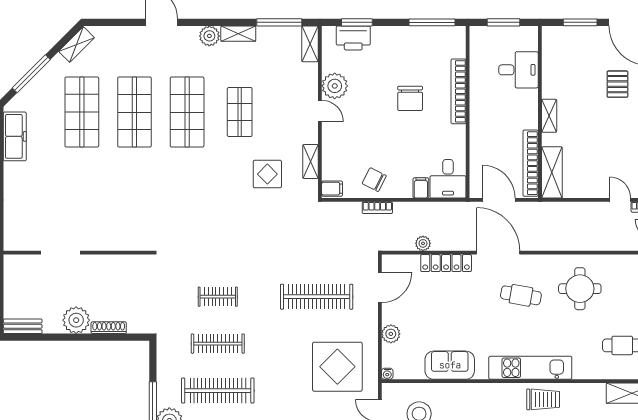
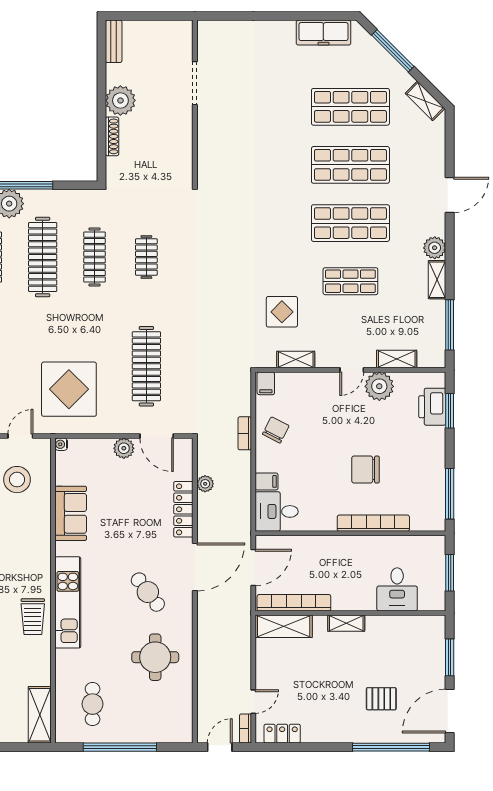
shelving: (310, 44) -> (397, 359), moved
cafe table: (521, 295) -> (148, 592), turned -47
plant: (391, 334) -> (124, 448), moved

